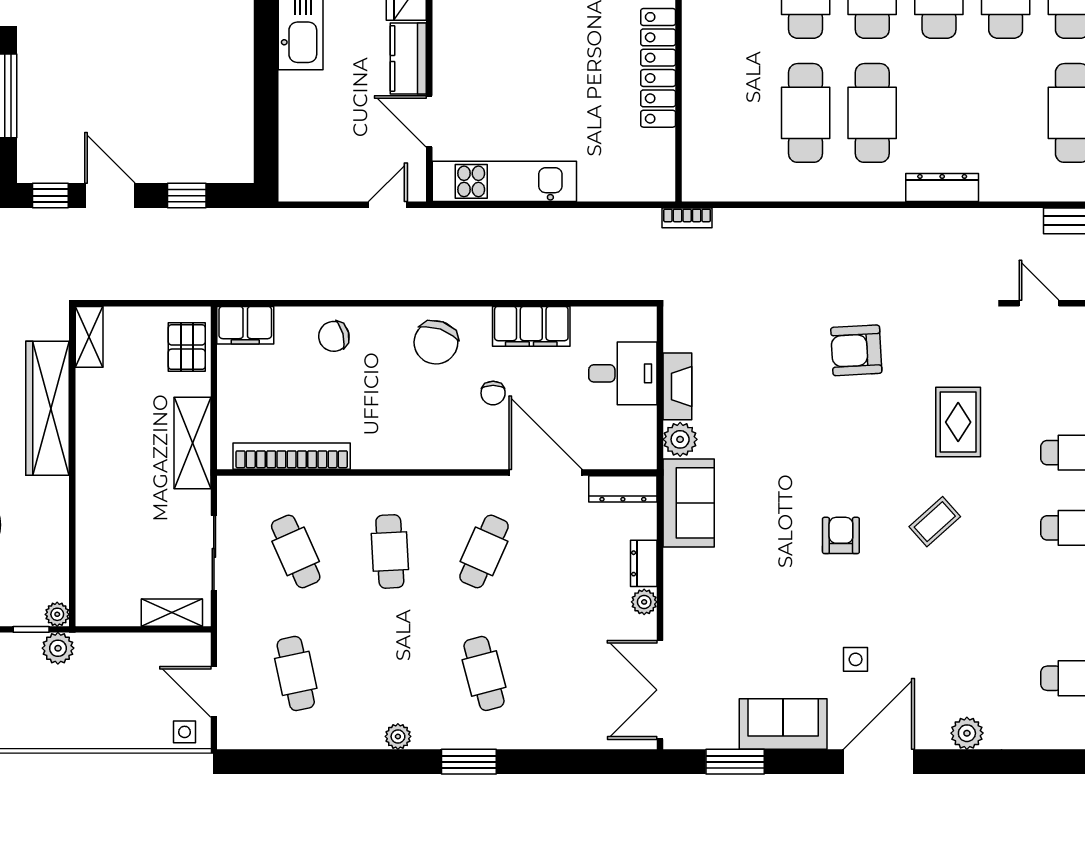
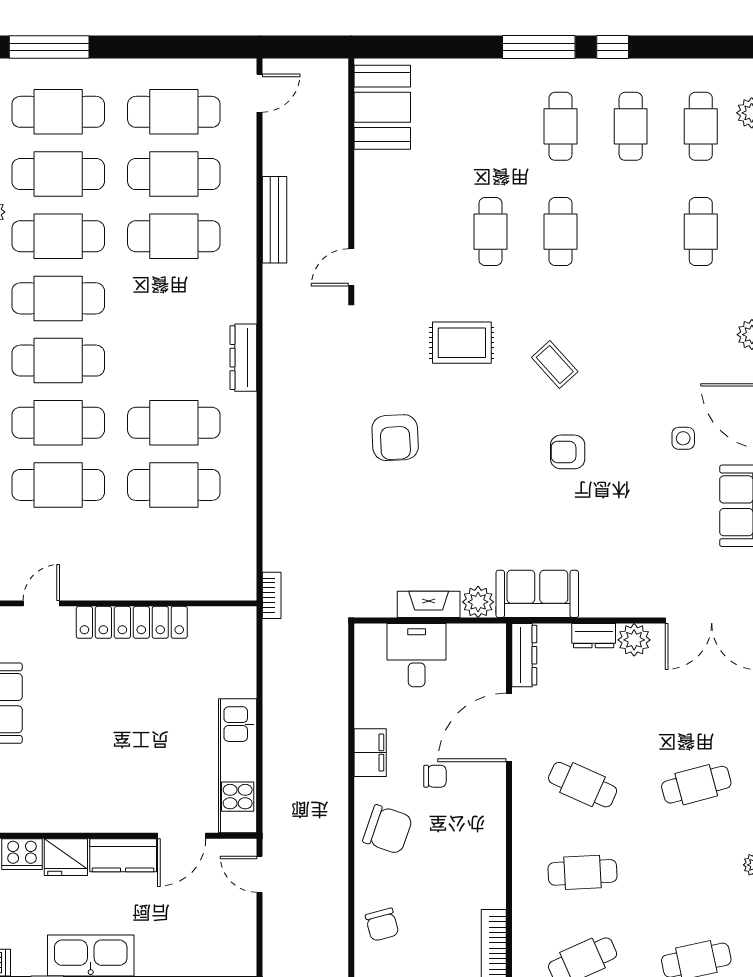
filing cabinet: (531, 326) -> (370, 753), width x0.67, depth x0.86
plant: (644, 602) -> (634, 640), width x1.38, depth x1.38

